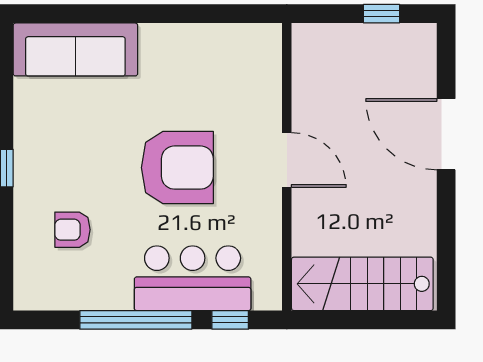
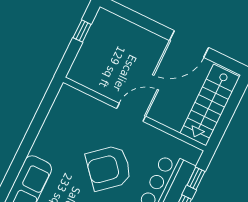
door: (446, 134) -> (189, 44), moved
armchair: (177, 168) -> (109, 168), turned -131

